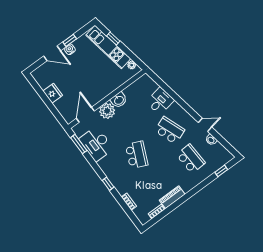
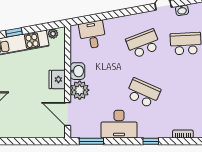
fridge: (53, 93) -> (57, 79), moved, turned -90
desk: (160, 101) -> (93, 35), moved
desk: (96, 144) -> (119, 124), moved

